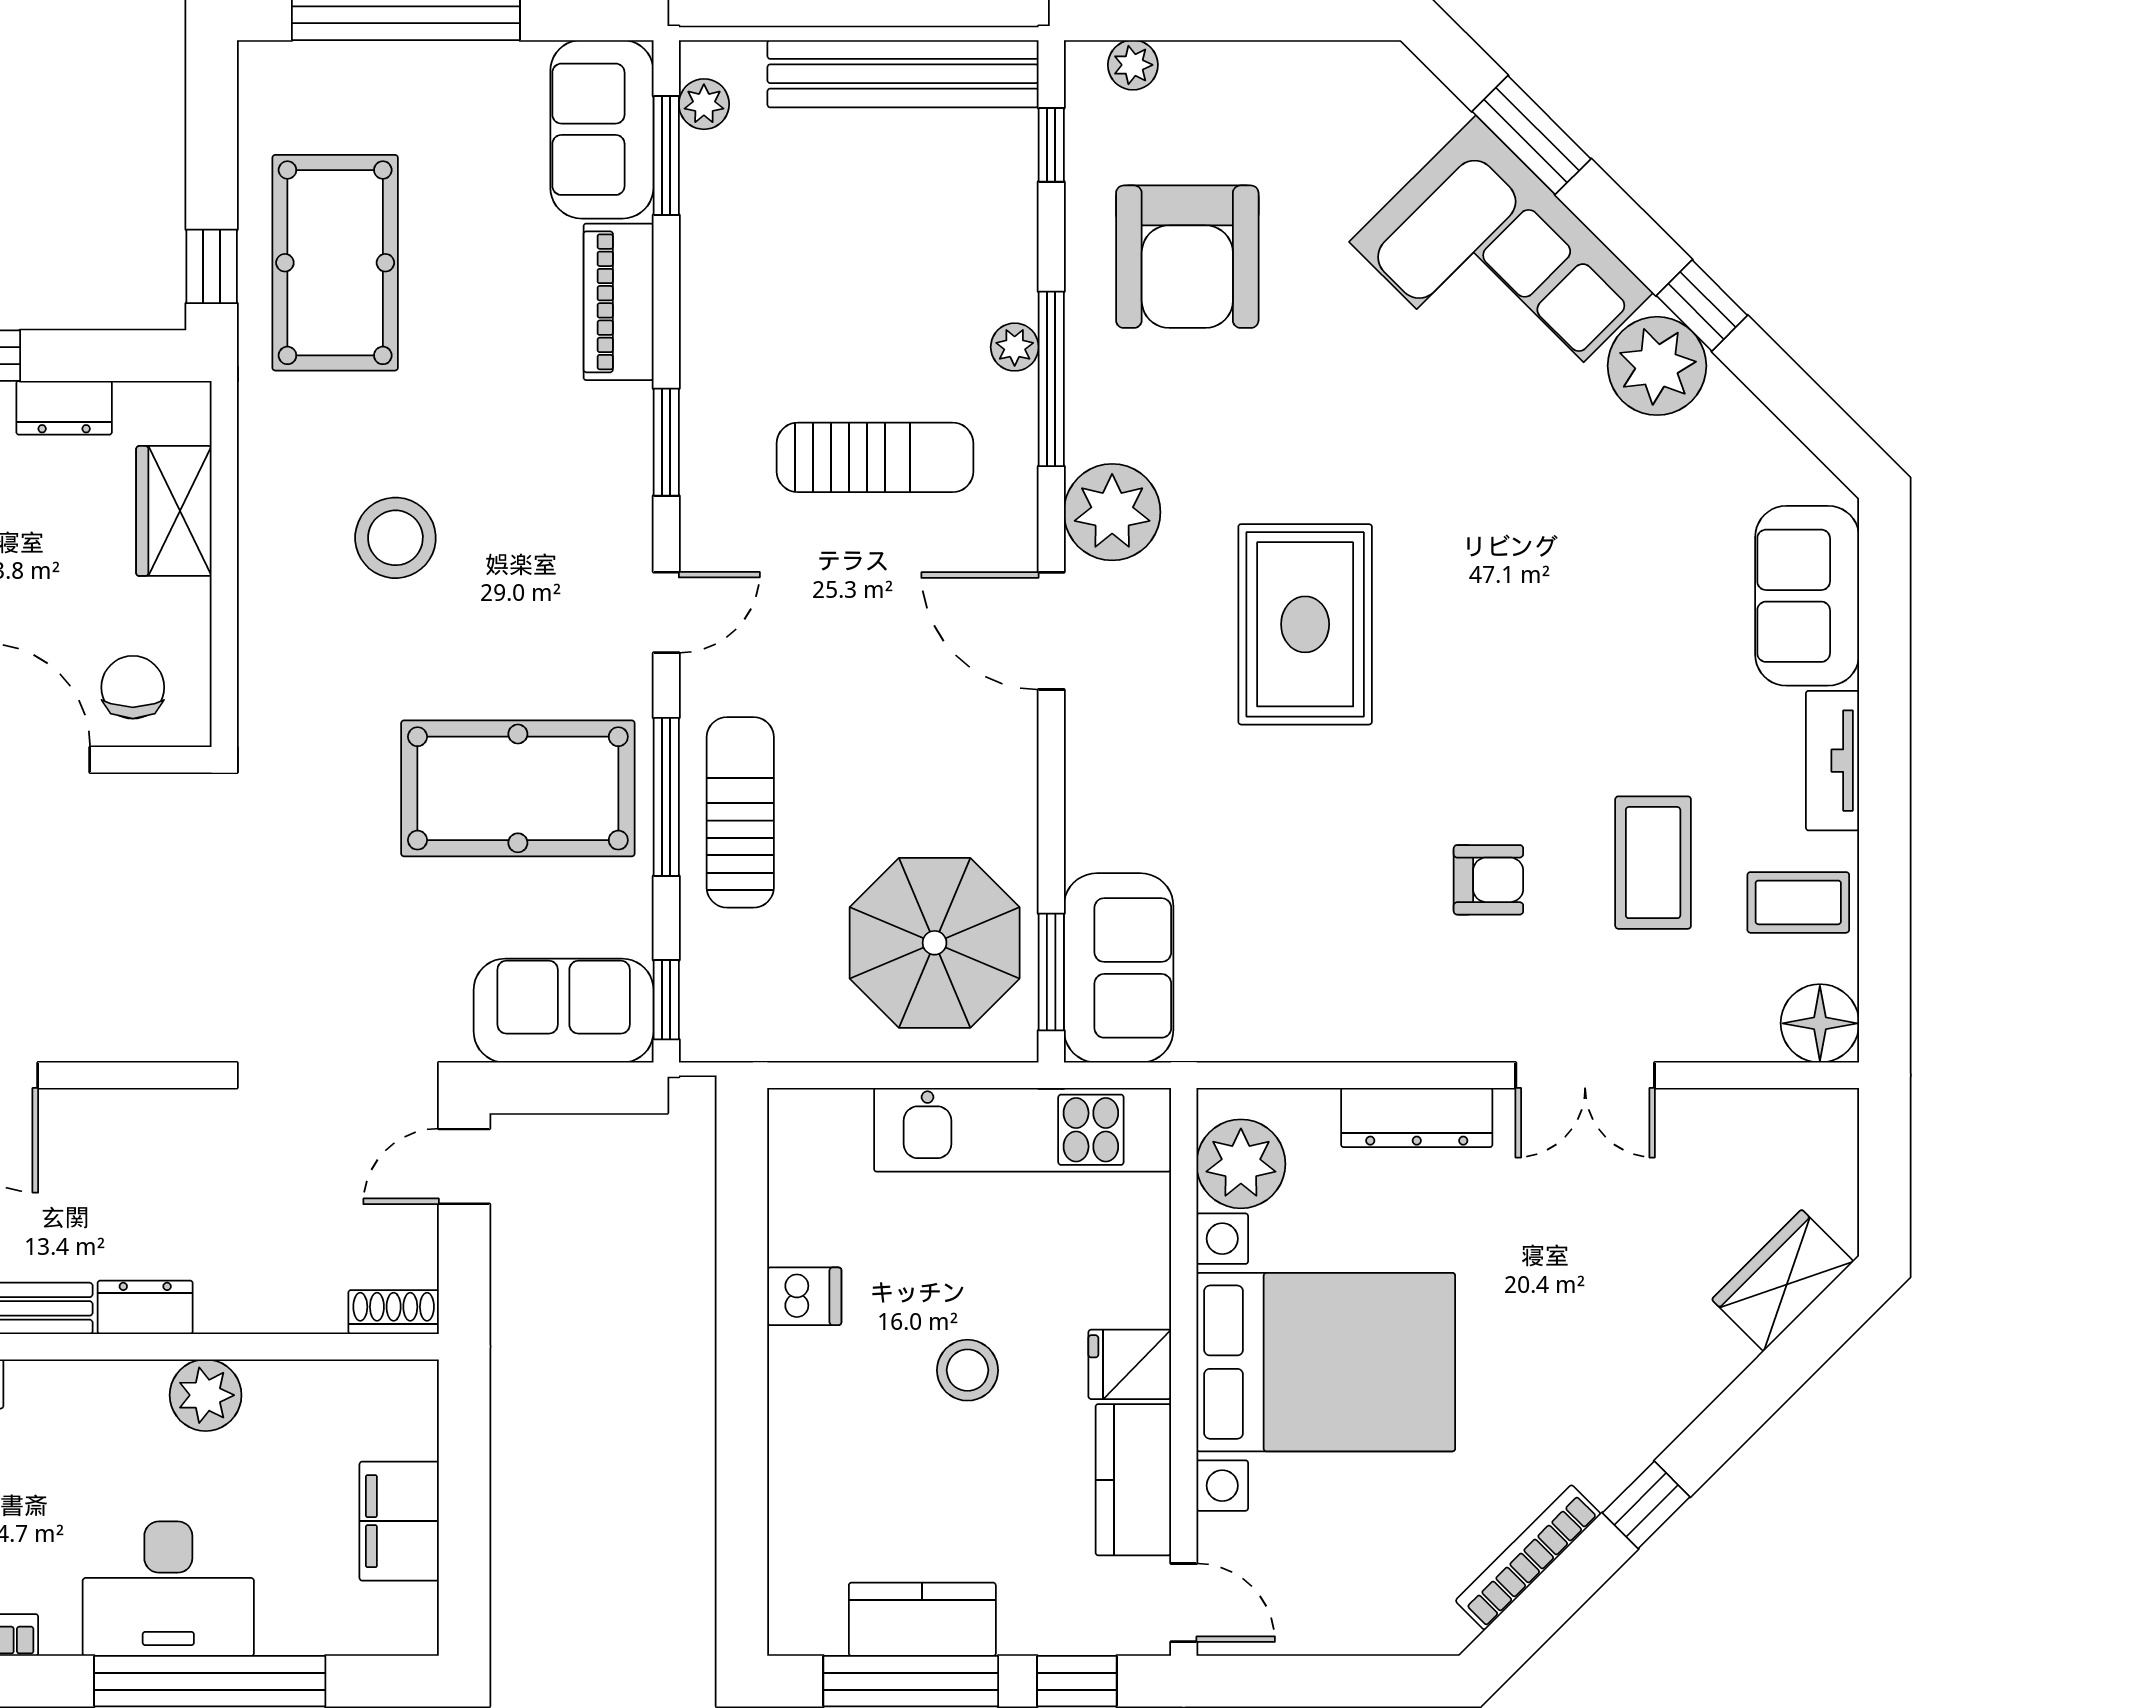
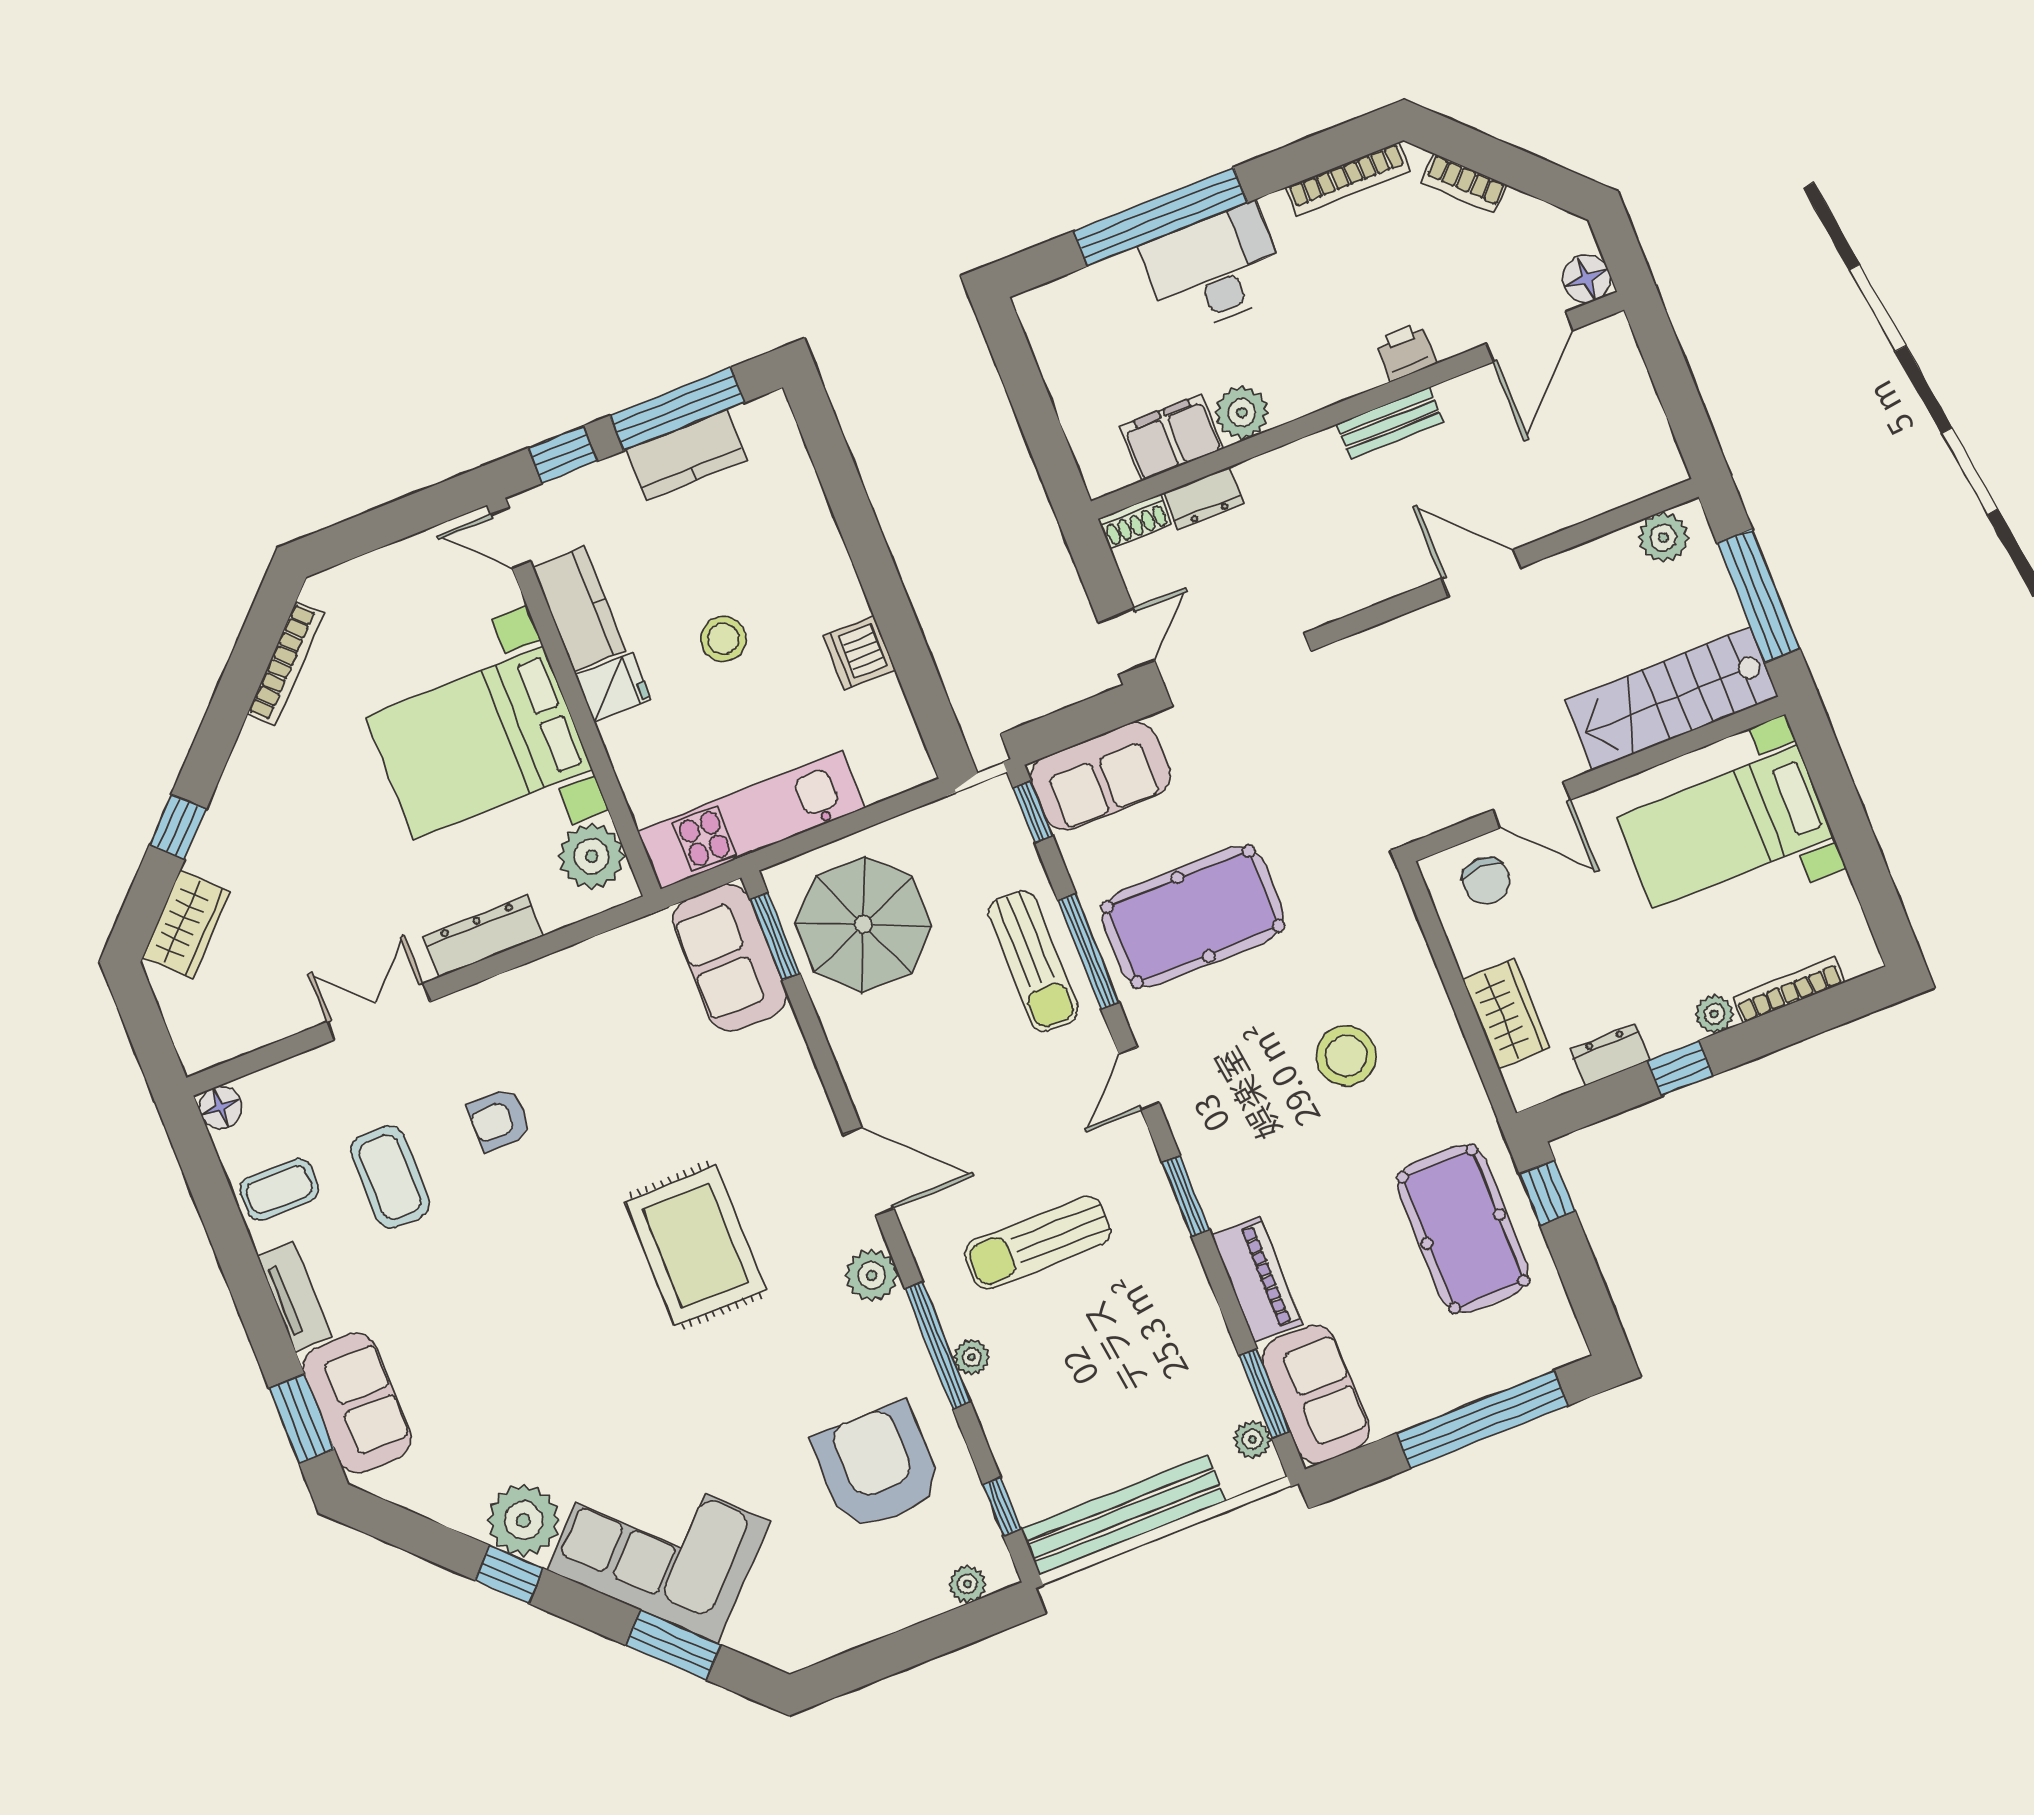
plant: (1112, 512) -> (872, 1275), width x0.73, depth x0.73
window: (1884, 604) -> (302, 1419), added
floor lamp: (1820, 1023) -> (221, 1107), width x0.73, depth x0.73
dishwasher: (804, 1296) -> (859, 653), width x1.38
dresser: (145, 1307) -> (1204, 498), moved
window: (1646, 1505) -> (178, 827), moved
filing cabinet: (399, 1521) -> (1172, 438), moved, turned -90

